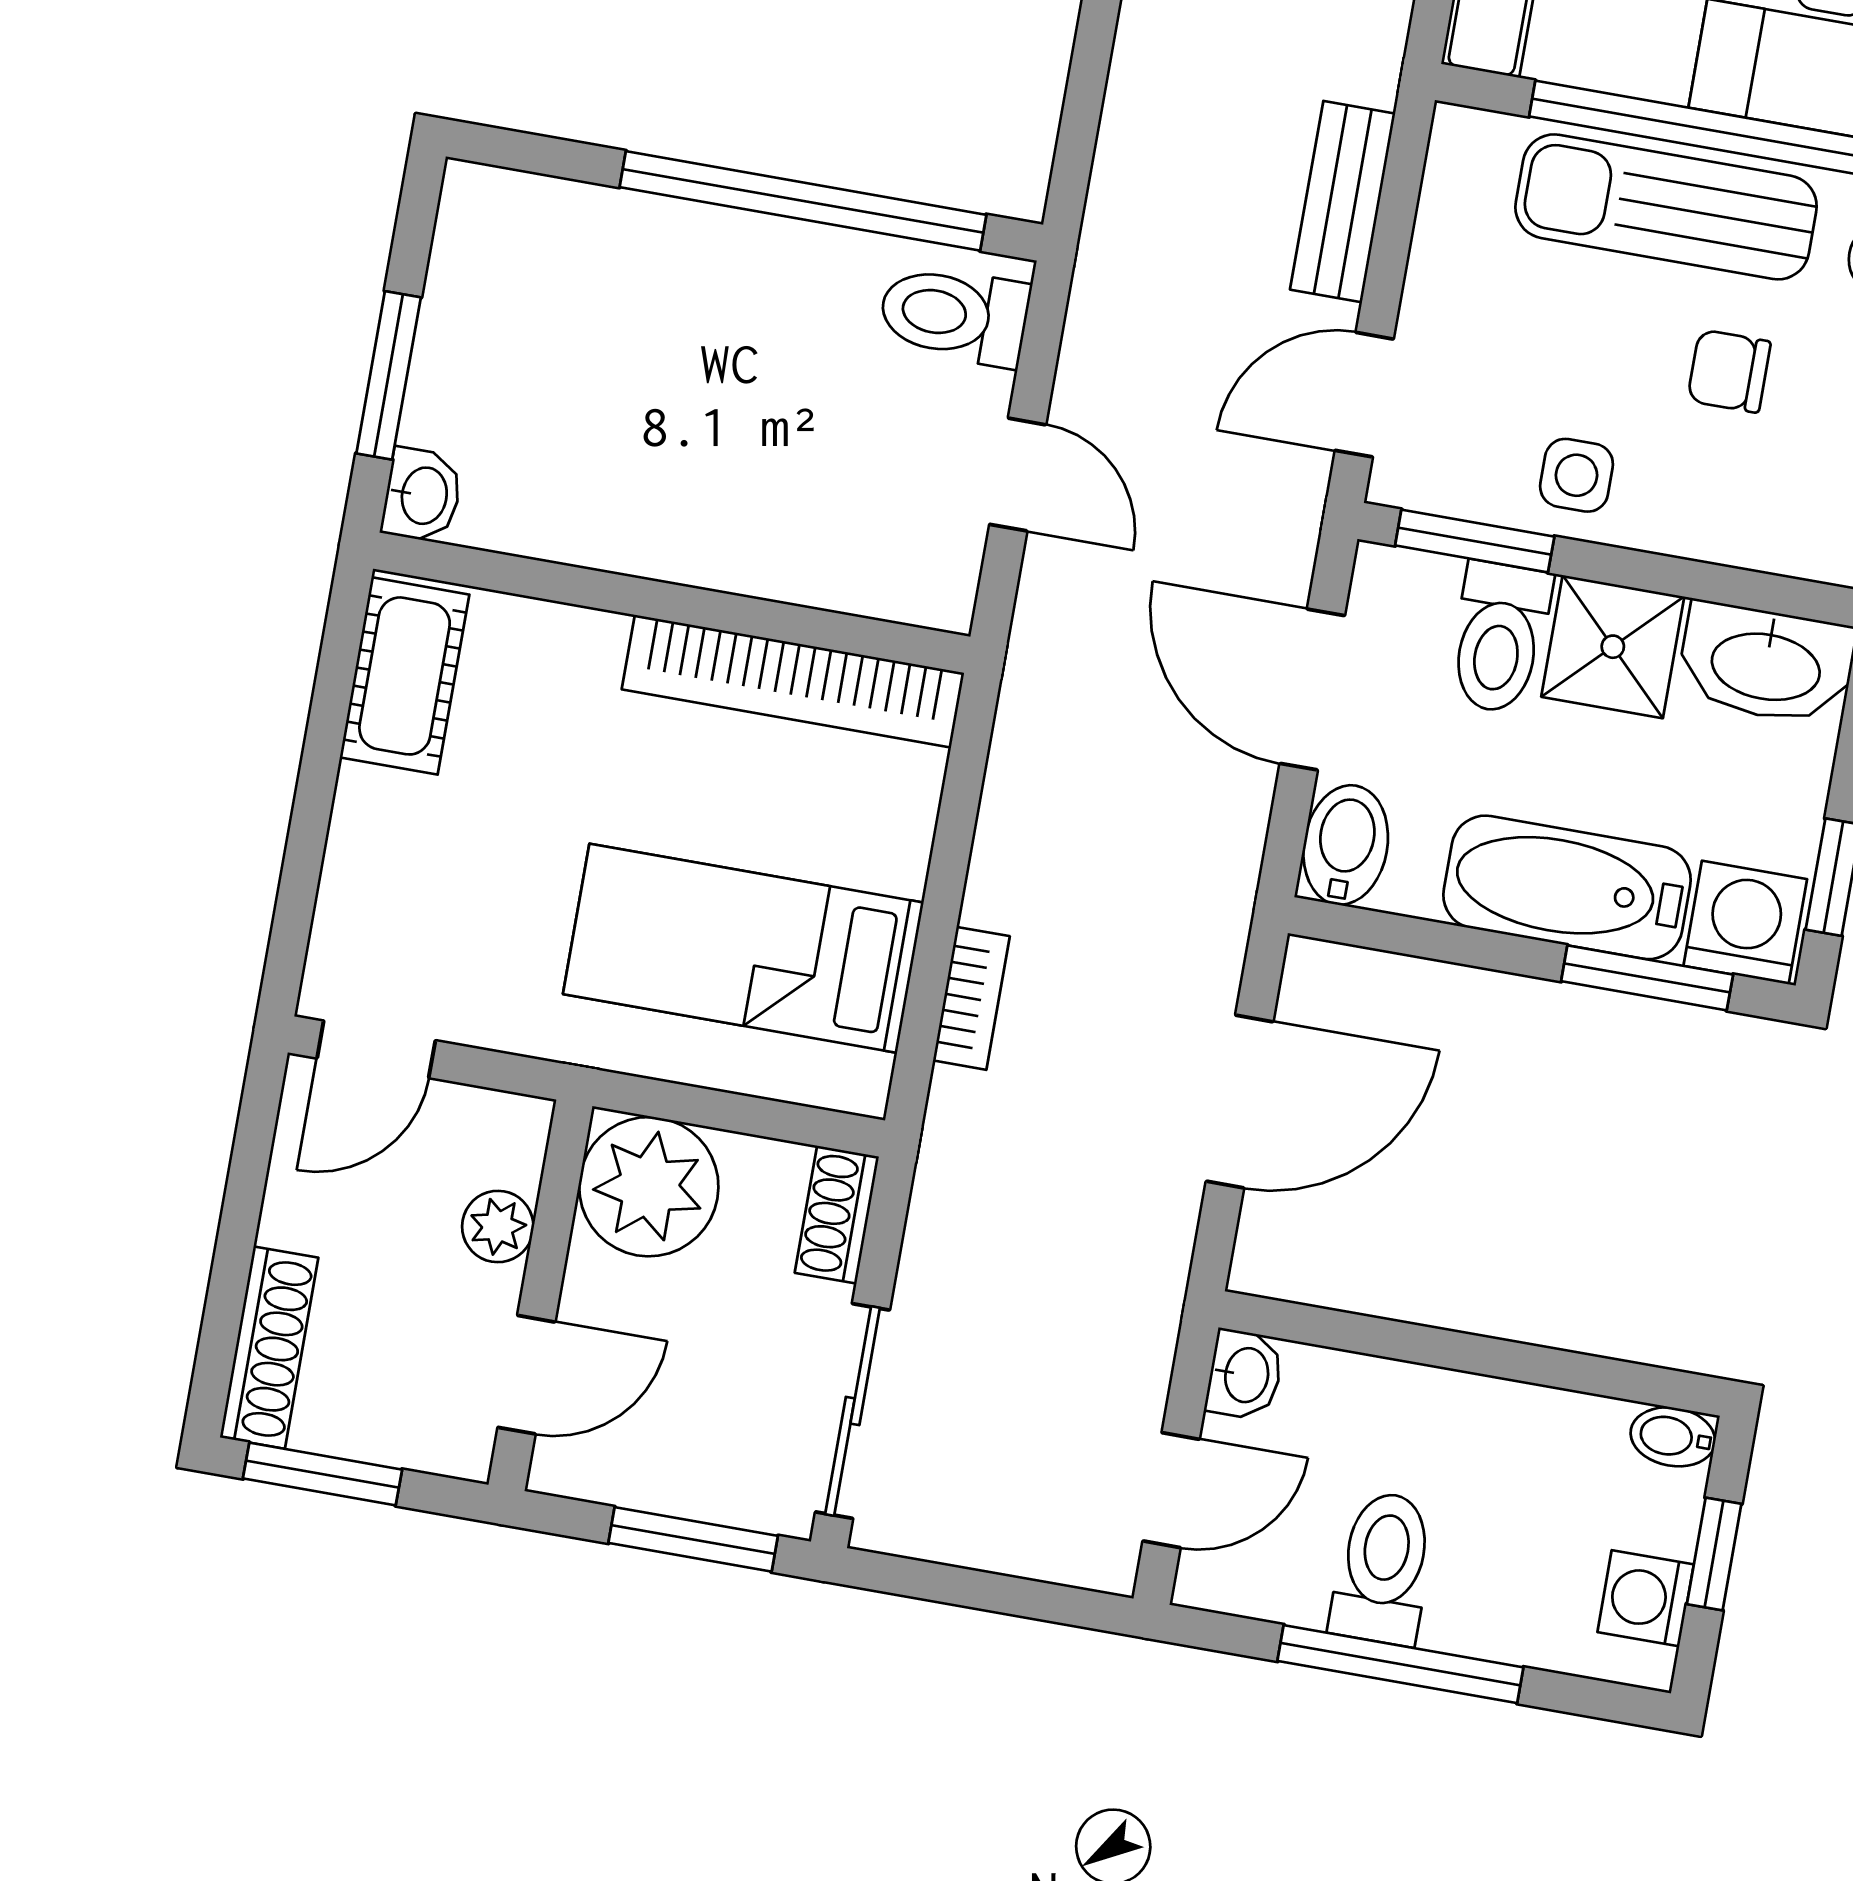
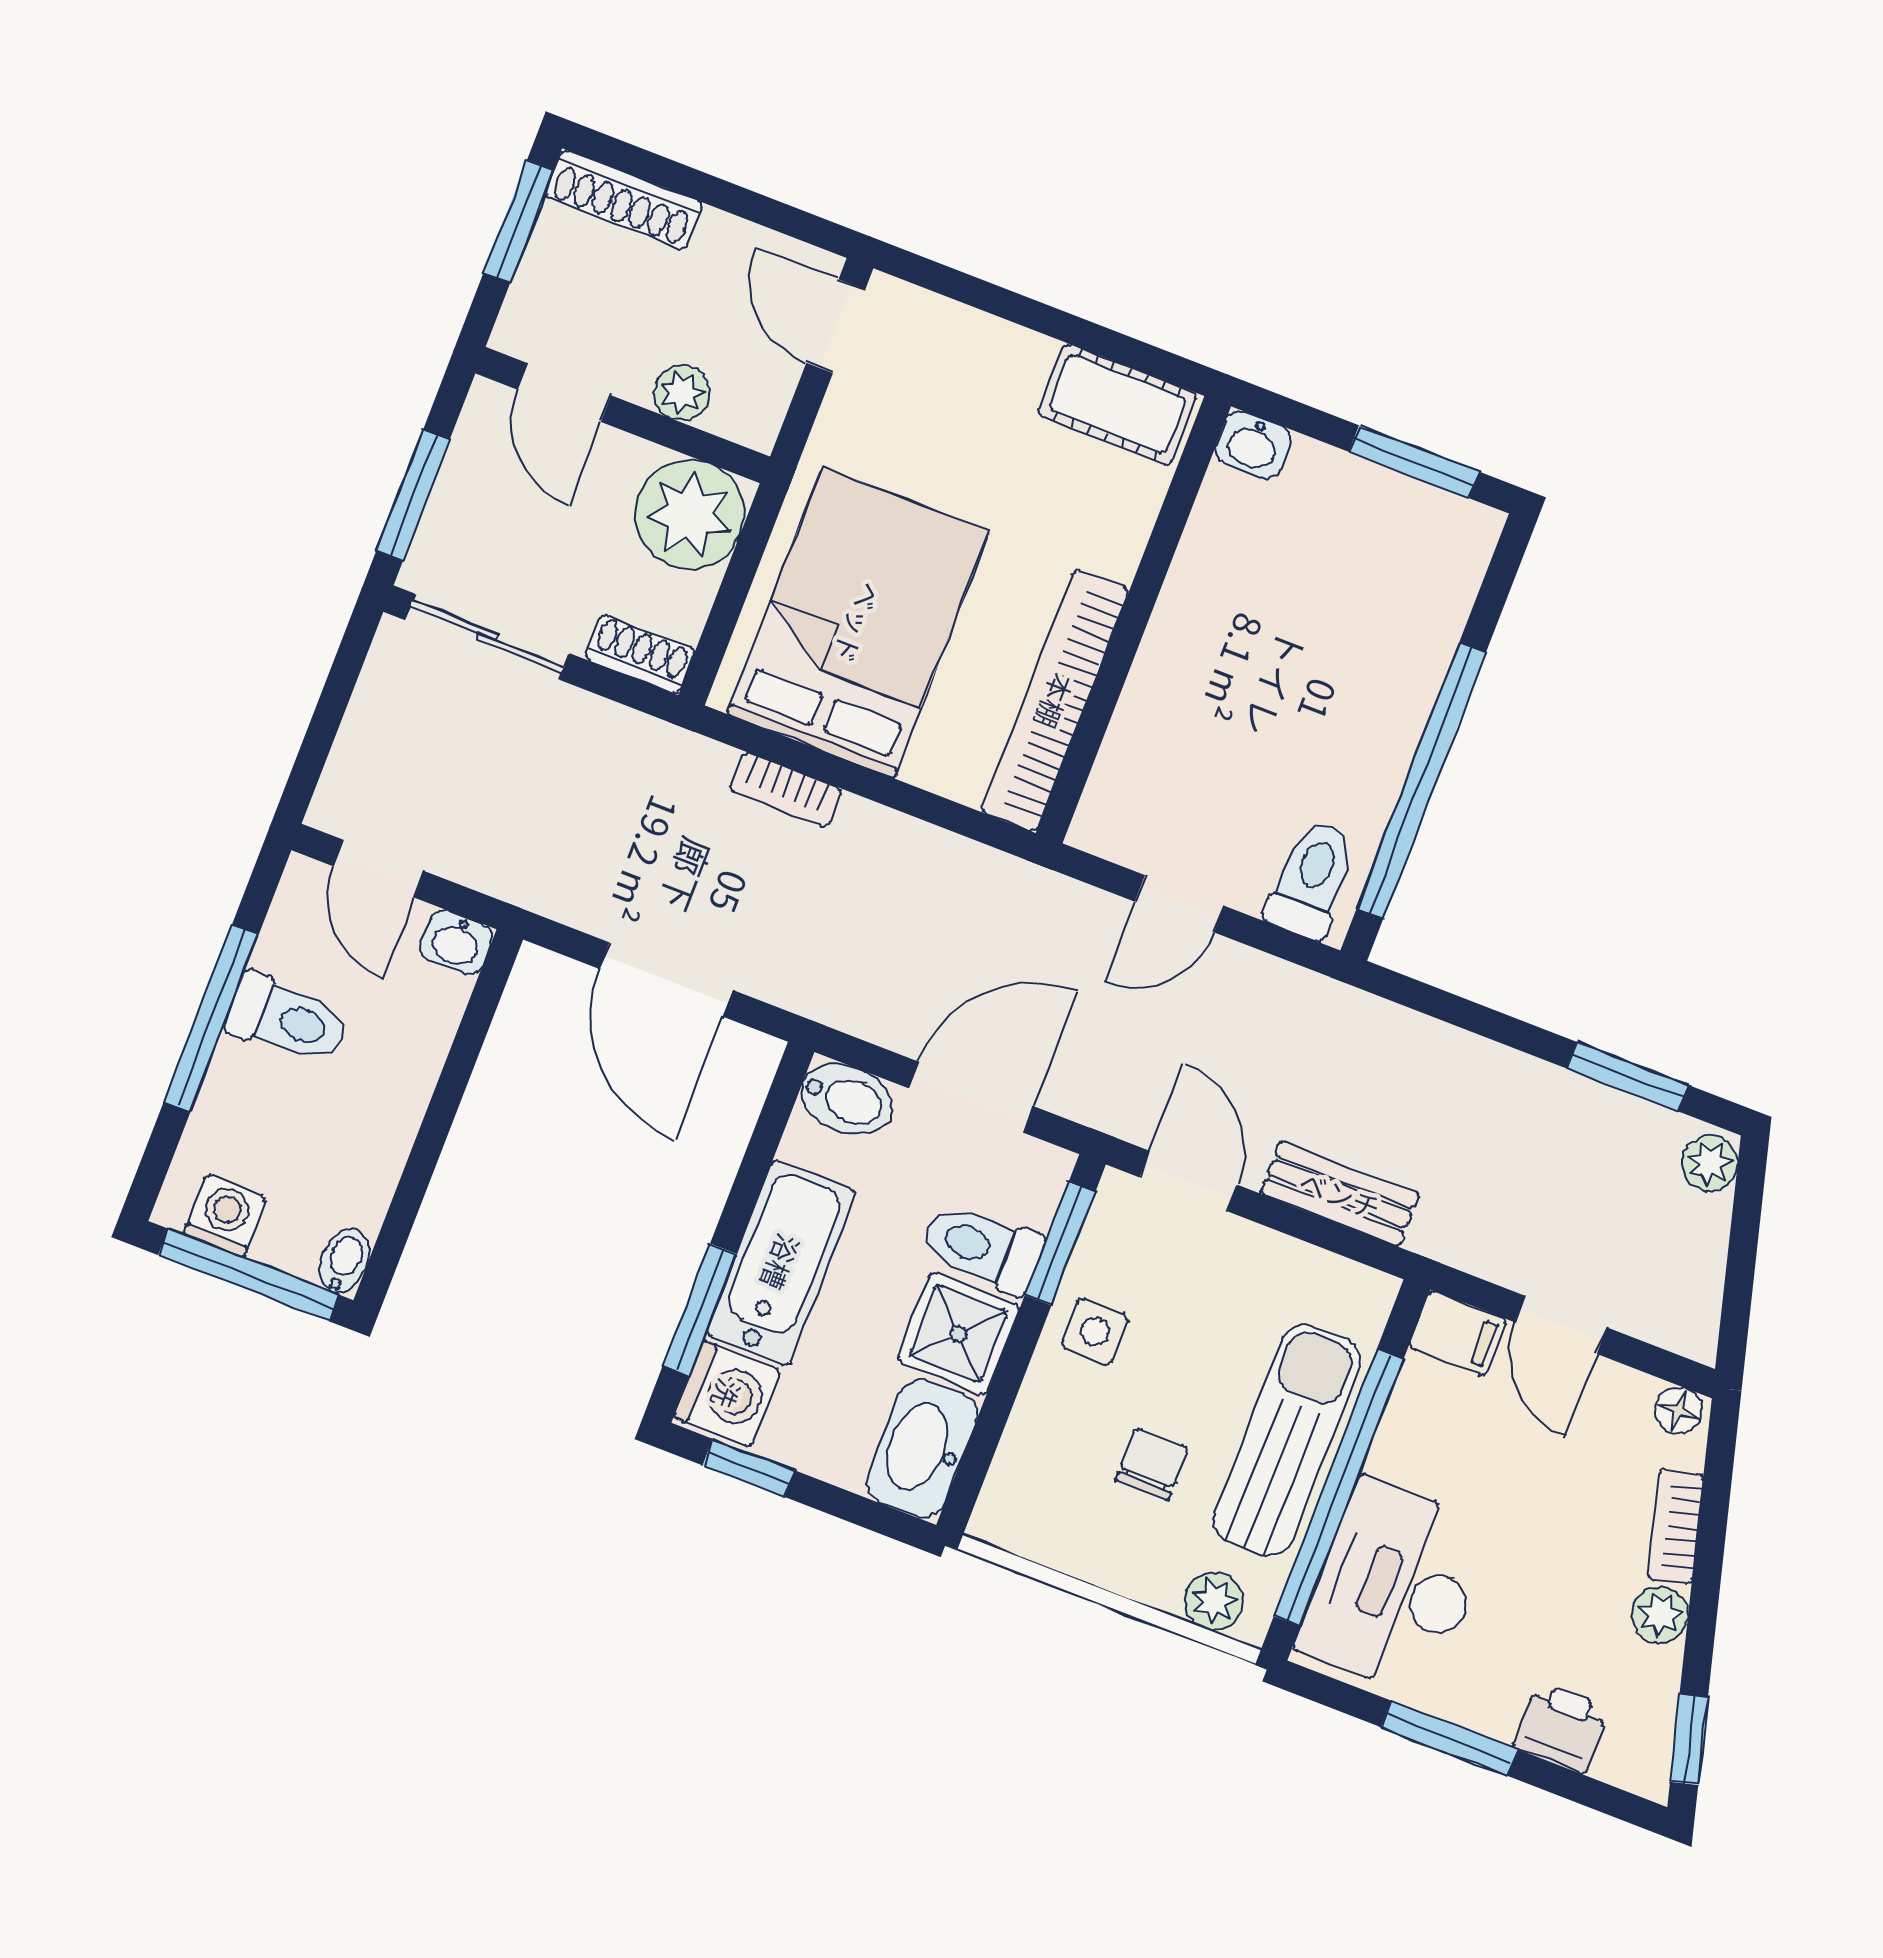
window: (389, 375) -> (1414, 462), moved
bed: (743, 948) -> (858, 623), width x1.50
window: (1714, 1554) -> (248, 1275), width x2.17

